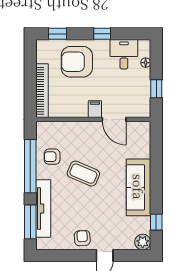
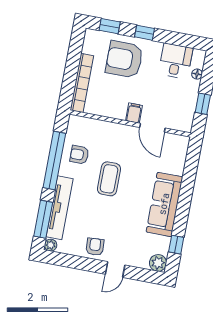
window: (102, 34) -> (144, 33), moved
coffee table: (83, 174) -> (109, 179), turned 67
plant: (41, 244) -> (51, 245), added

